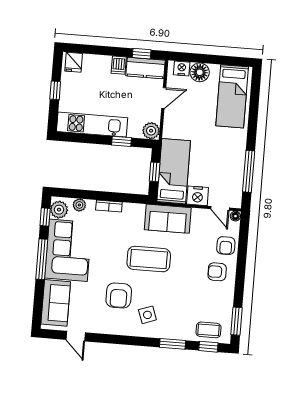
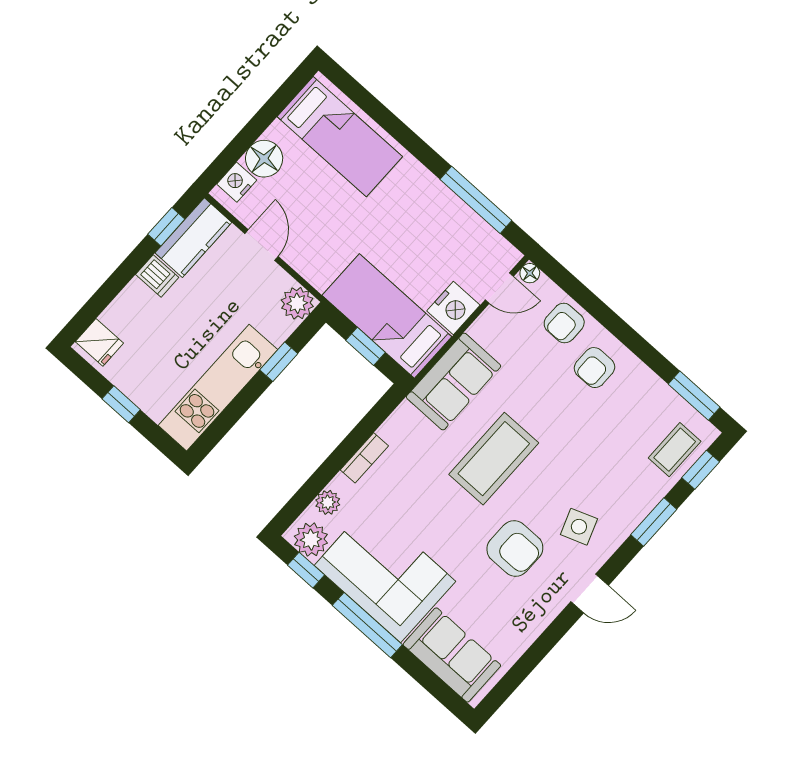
armchair: (226, 246) -> (564, 323), turned 90
door: (76, 336) -> (590, 593), moved

